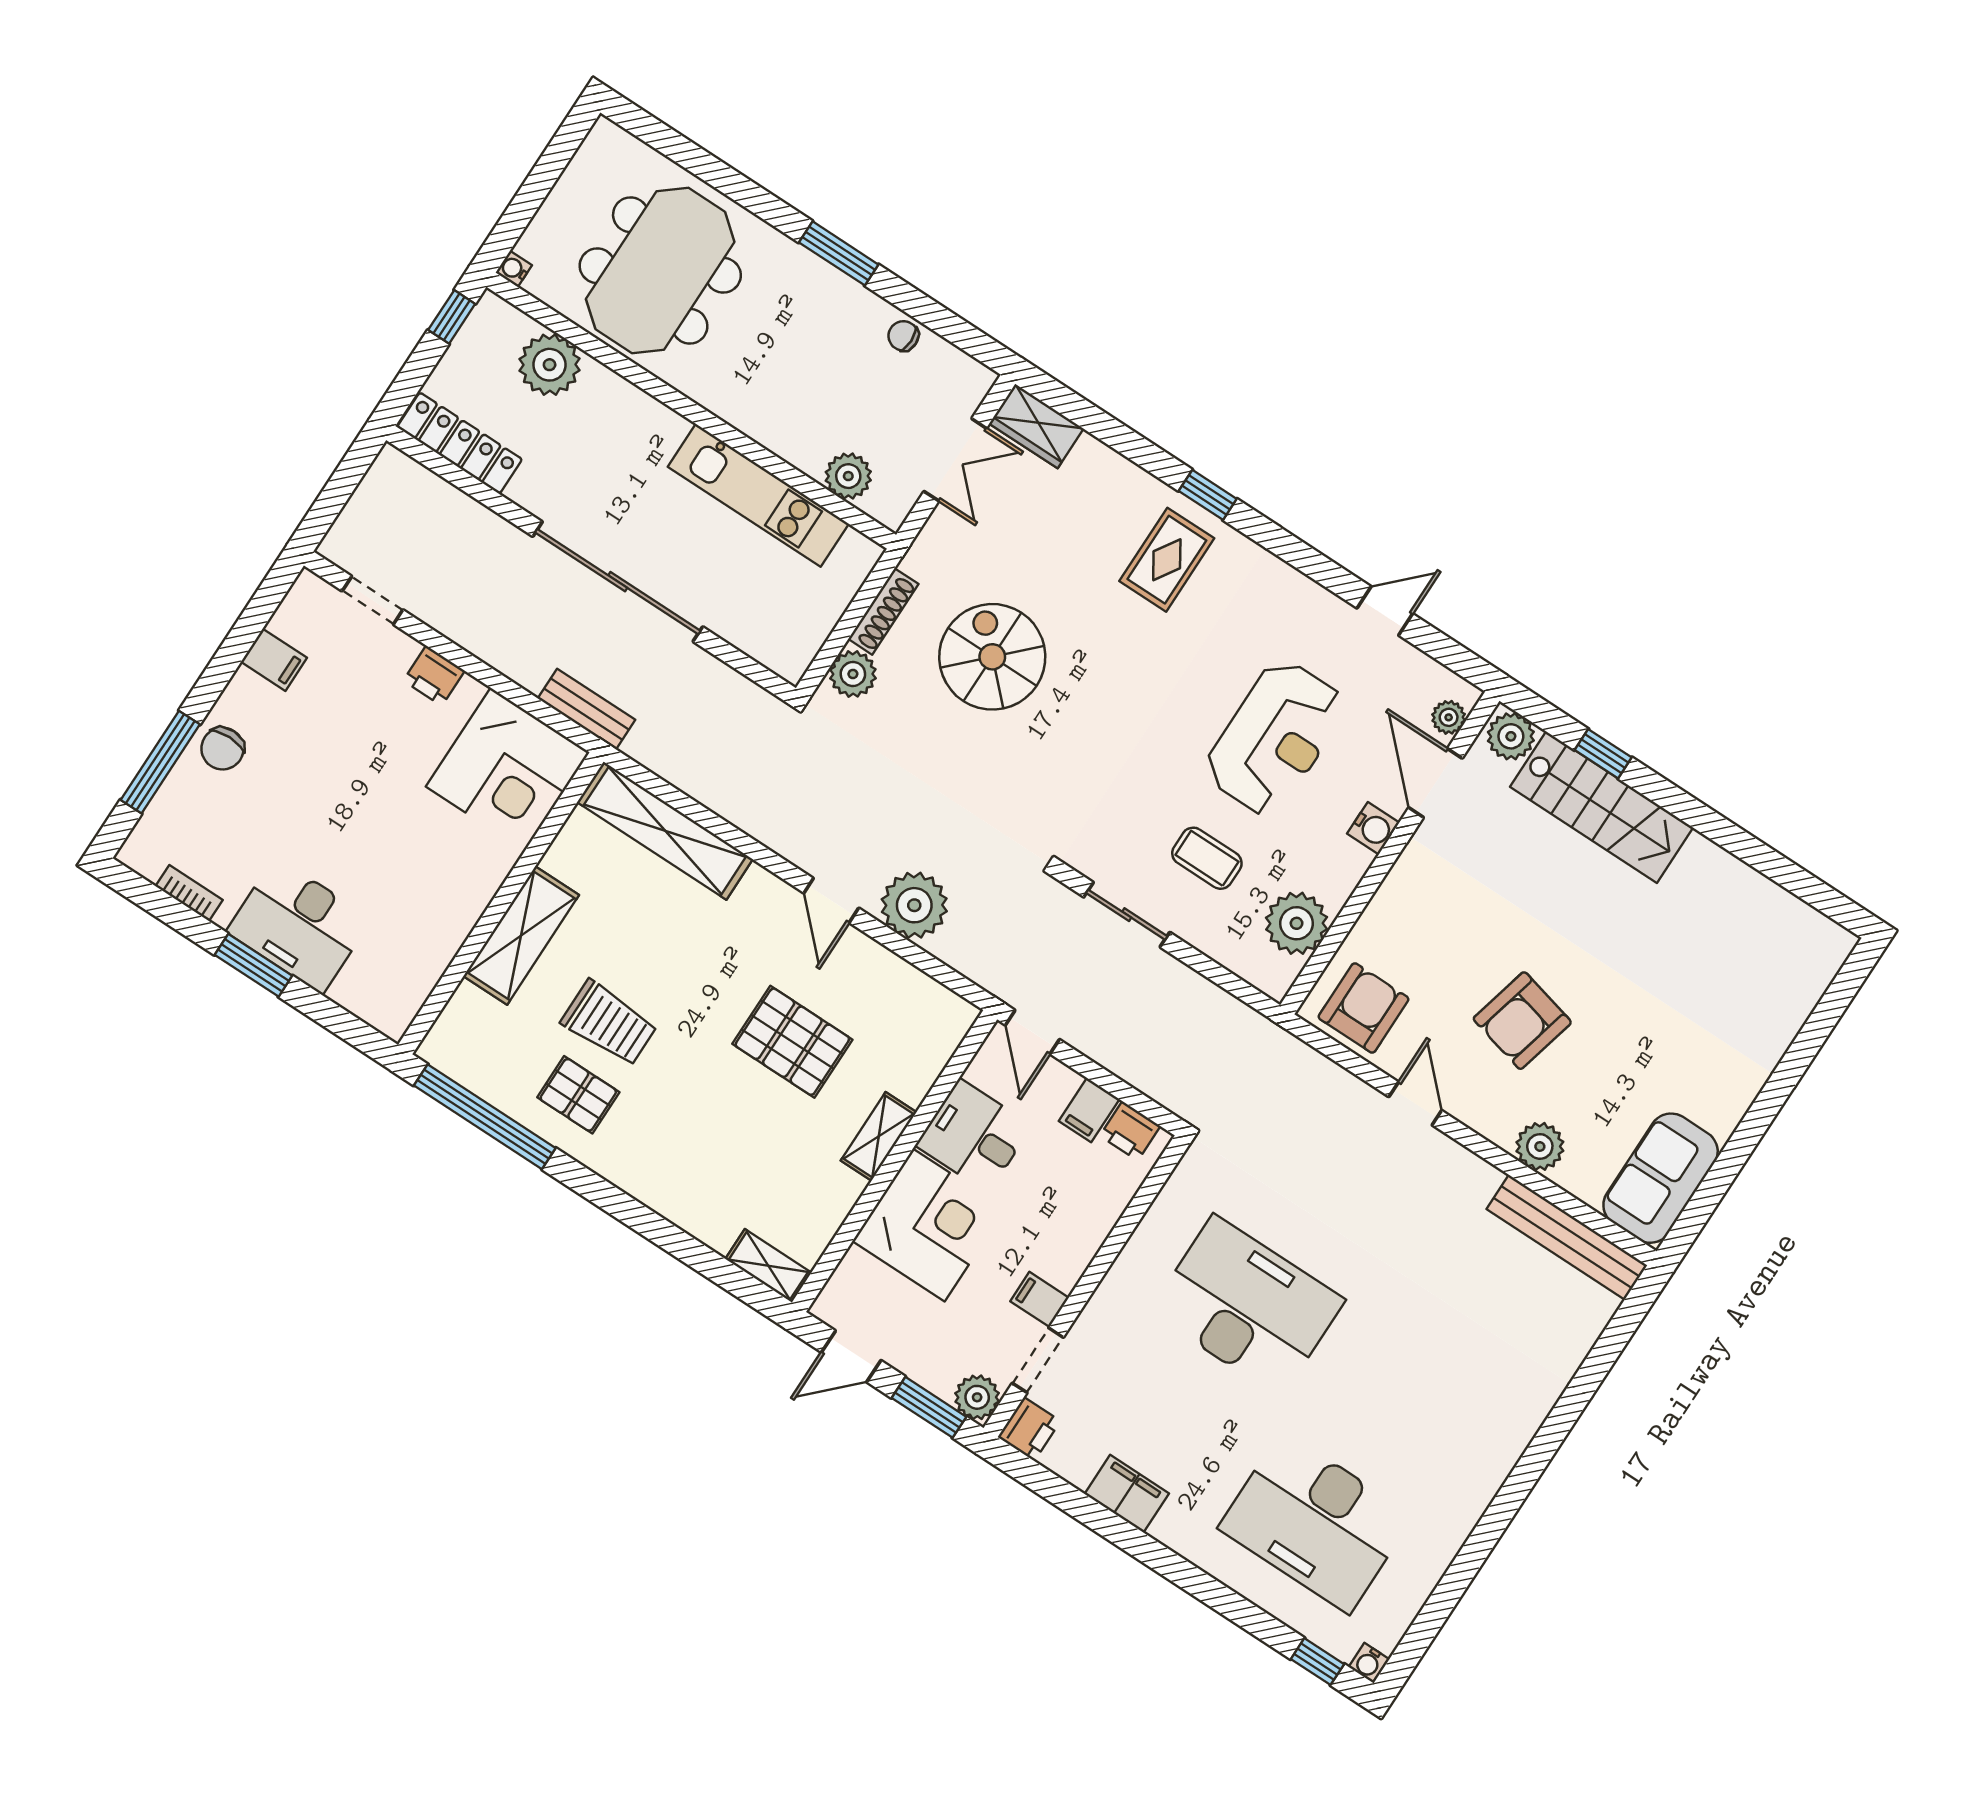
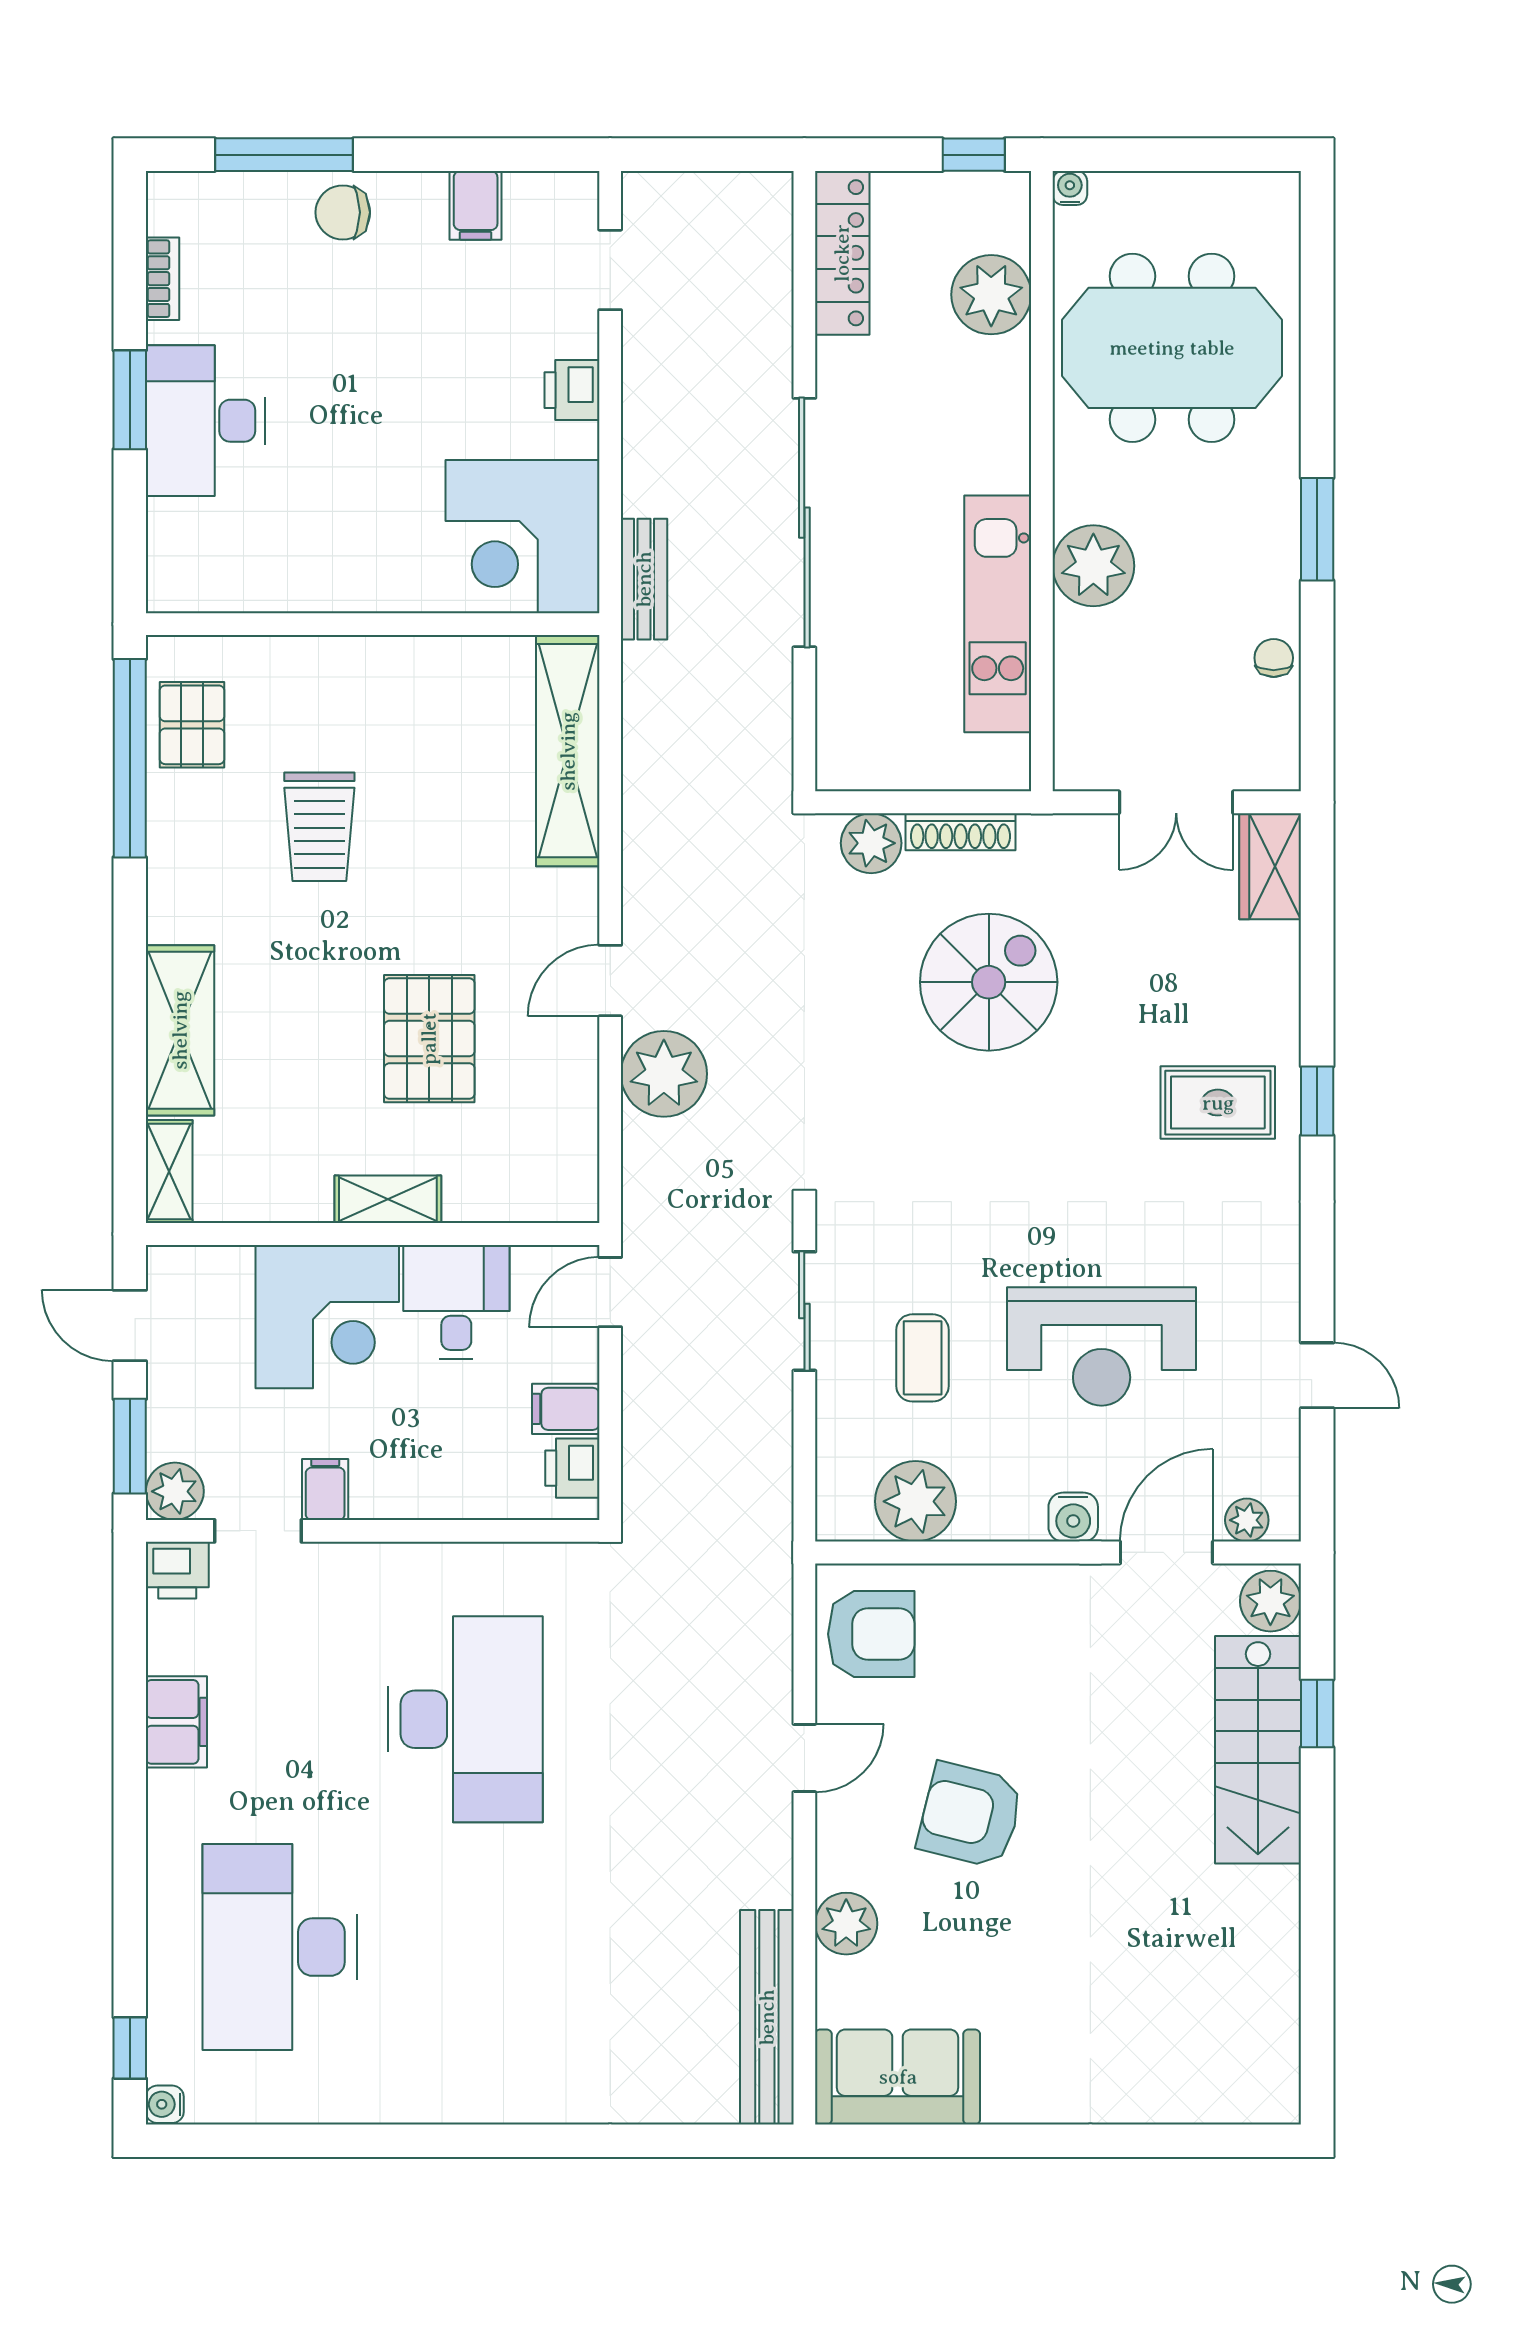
plant: (848, 476) -> (1093, 566), moved, width x1.36, depth x1.36
shelving: (521, 936) -> (180, 1030), moved, turned 90
pallet: (578, 1095) -> (192, 725), moved

